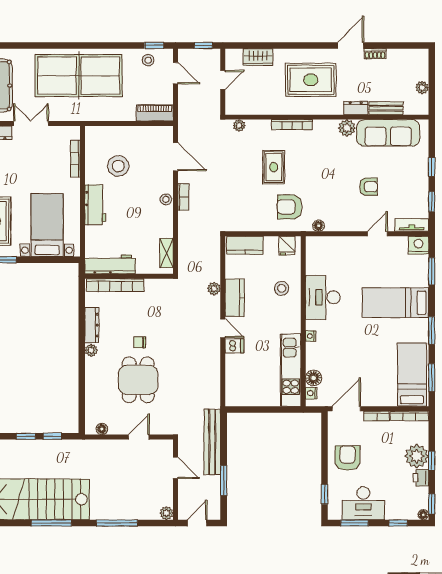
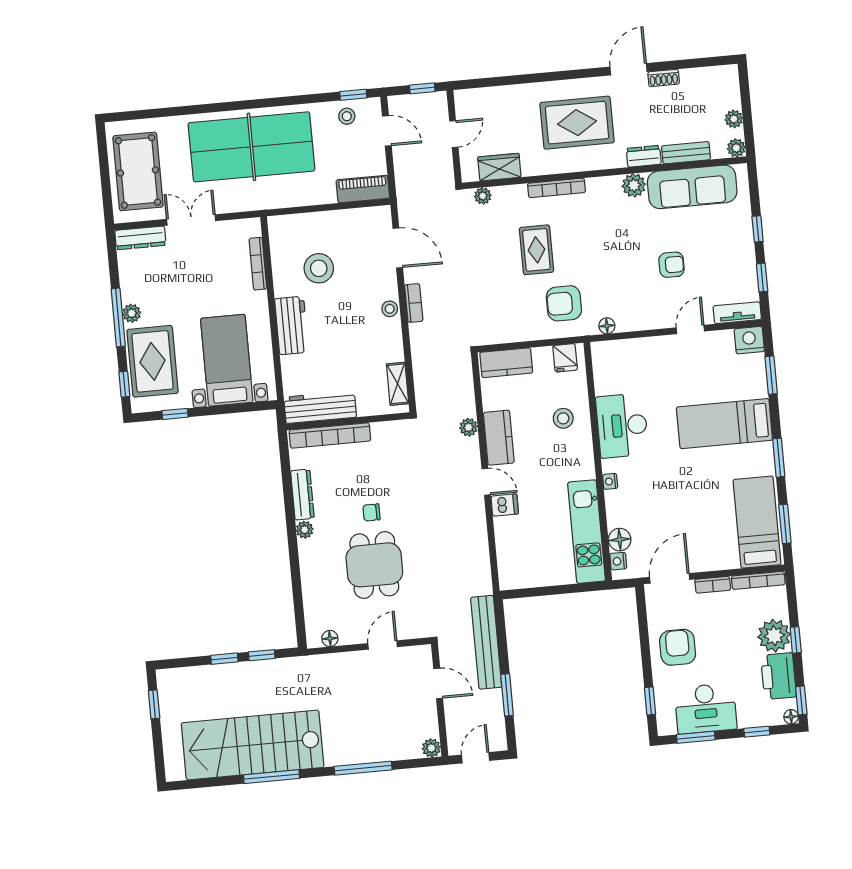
wardrobe: (258, 57) -> (499, 167), moved, turned 180
plant: (422, 108) -> (736, 148), added
printer: (421, 478) -> (779, 676), width x1.87, depth x1.48

